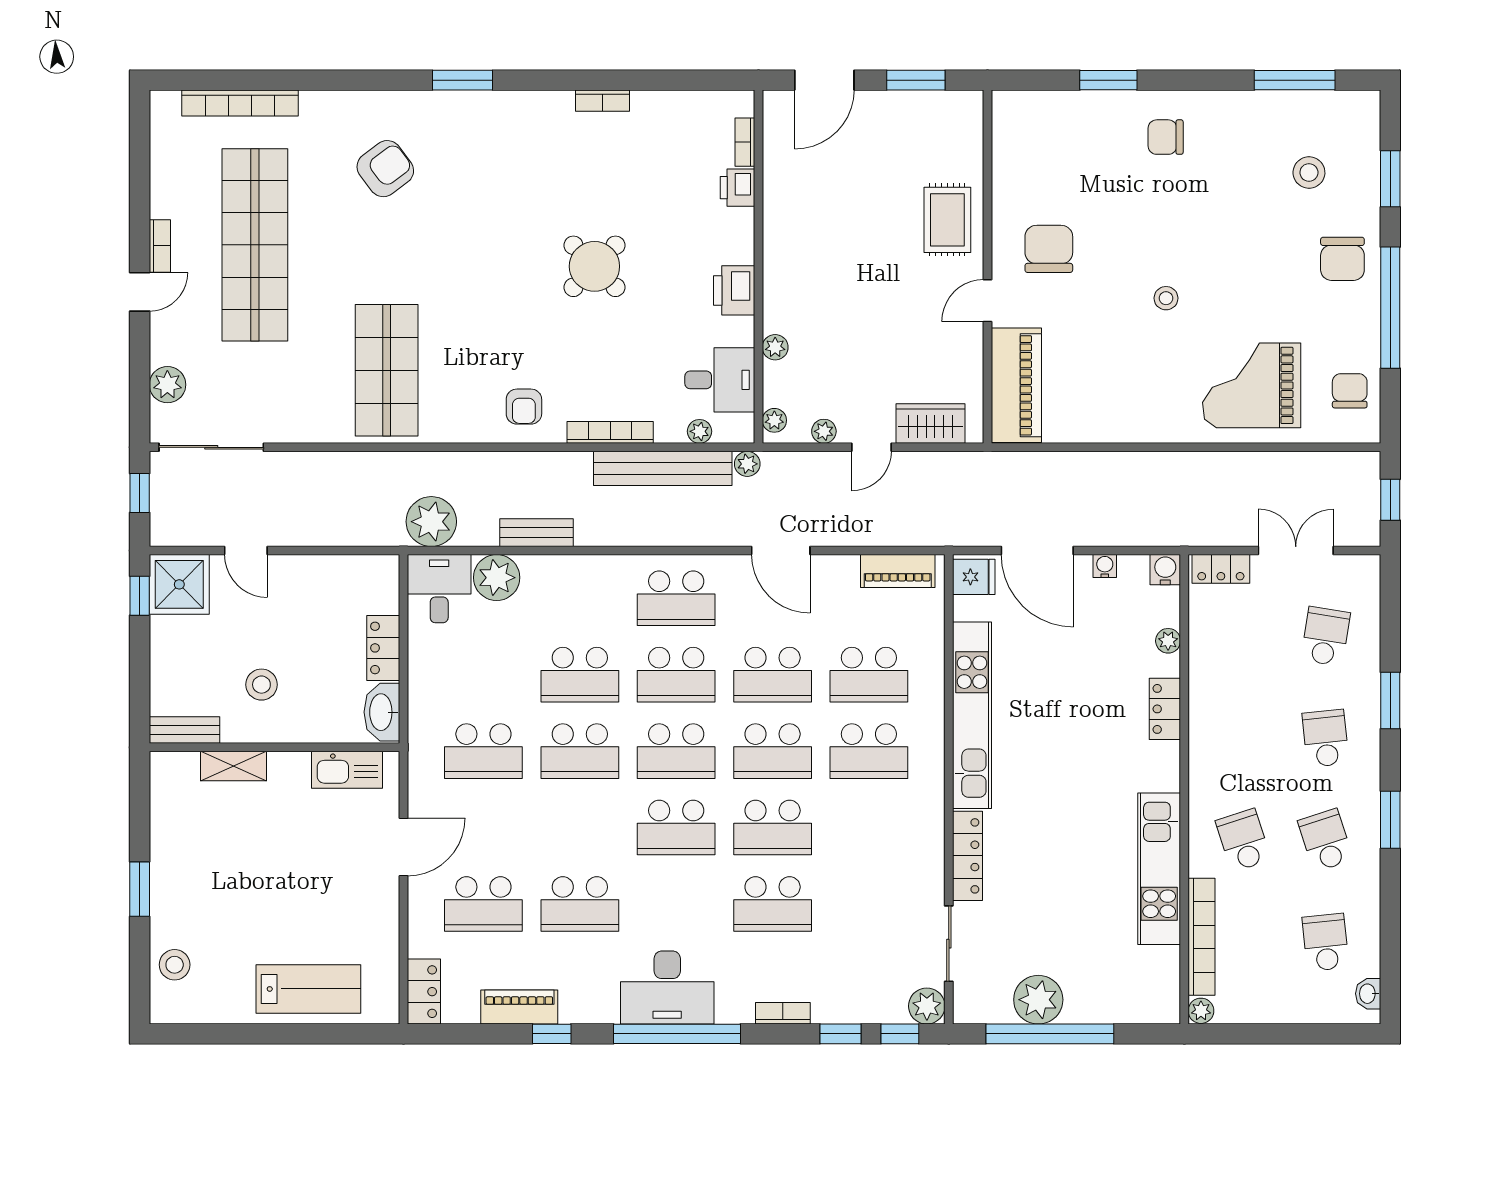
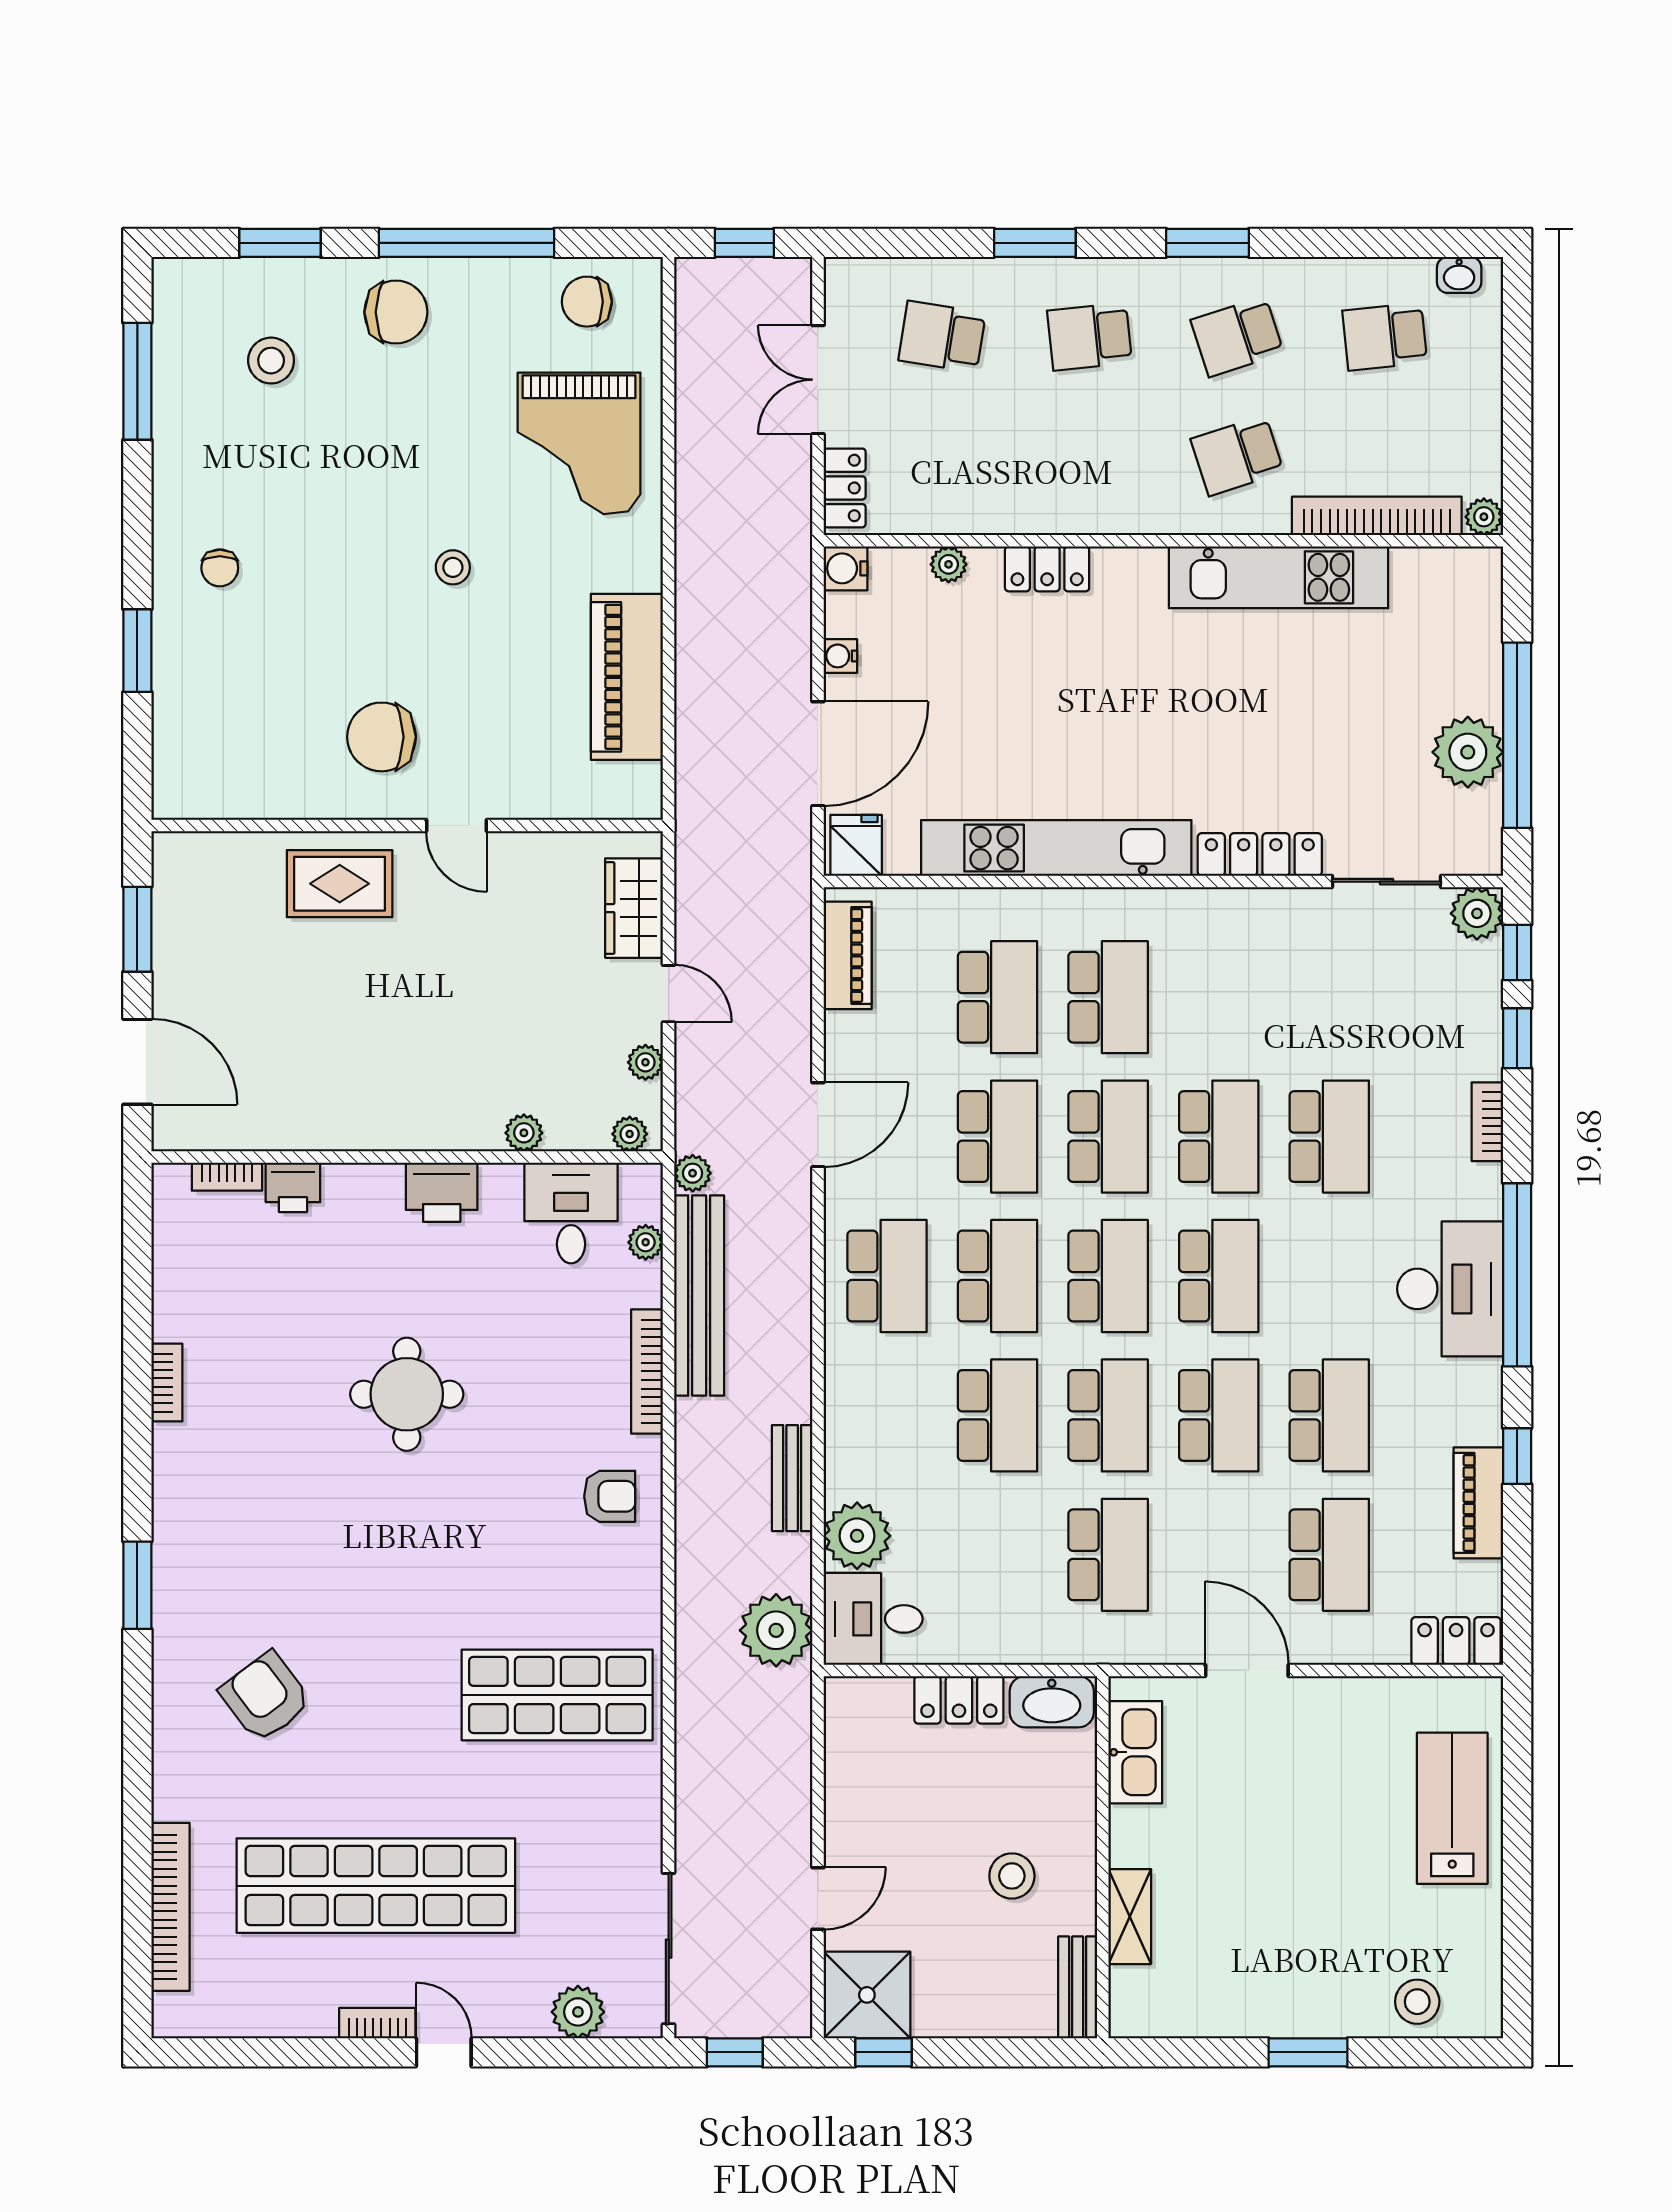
chair: (1166, 137) -> (220, 568), width x0.73, depth x0.73
round table: (594, 266) -> (407, 1394), turned 45
piano: (1016, 385) -> (627, 677), moved, turned -90
school desk: (580, 828) -> (1219, 1415), added

